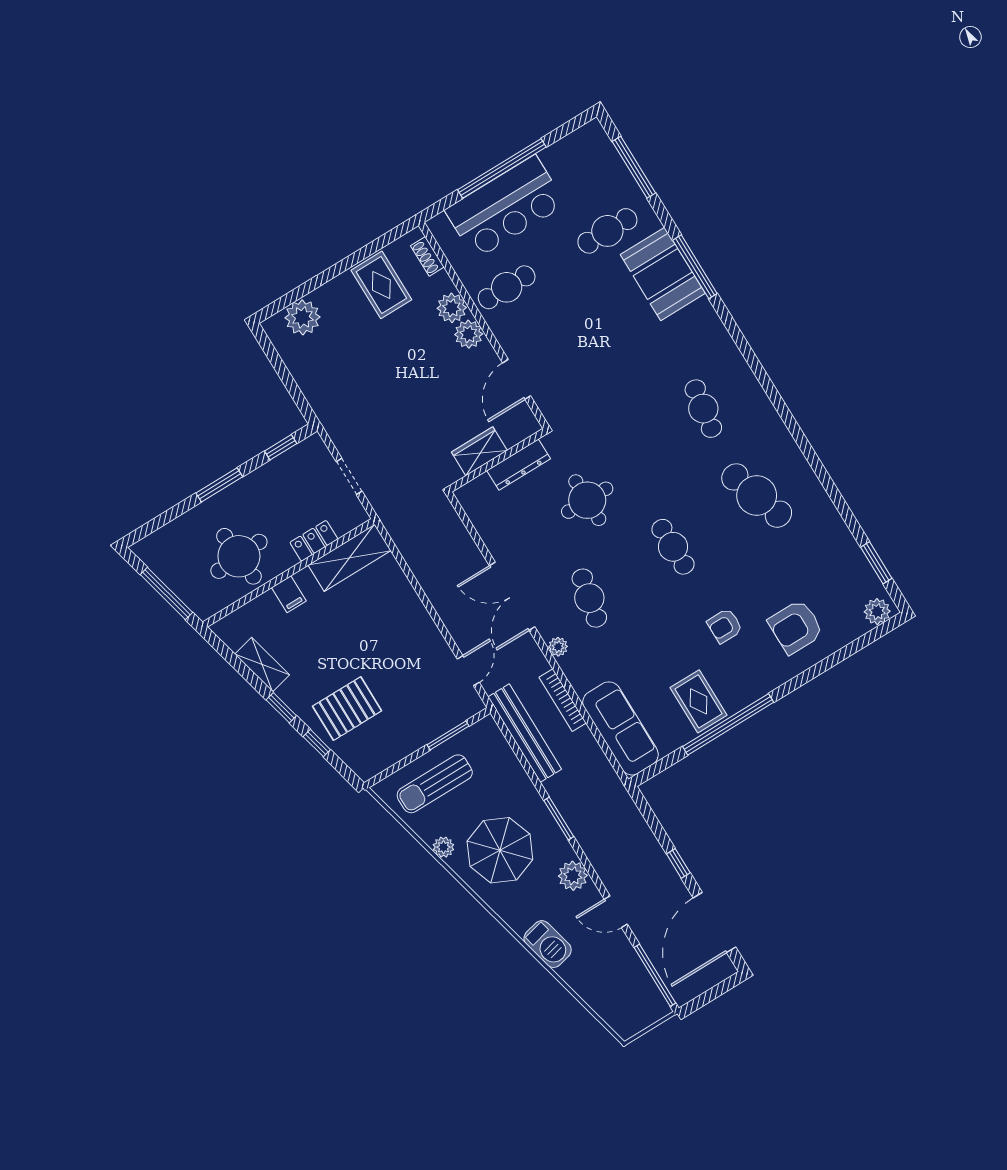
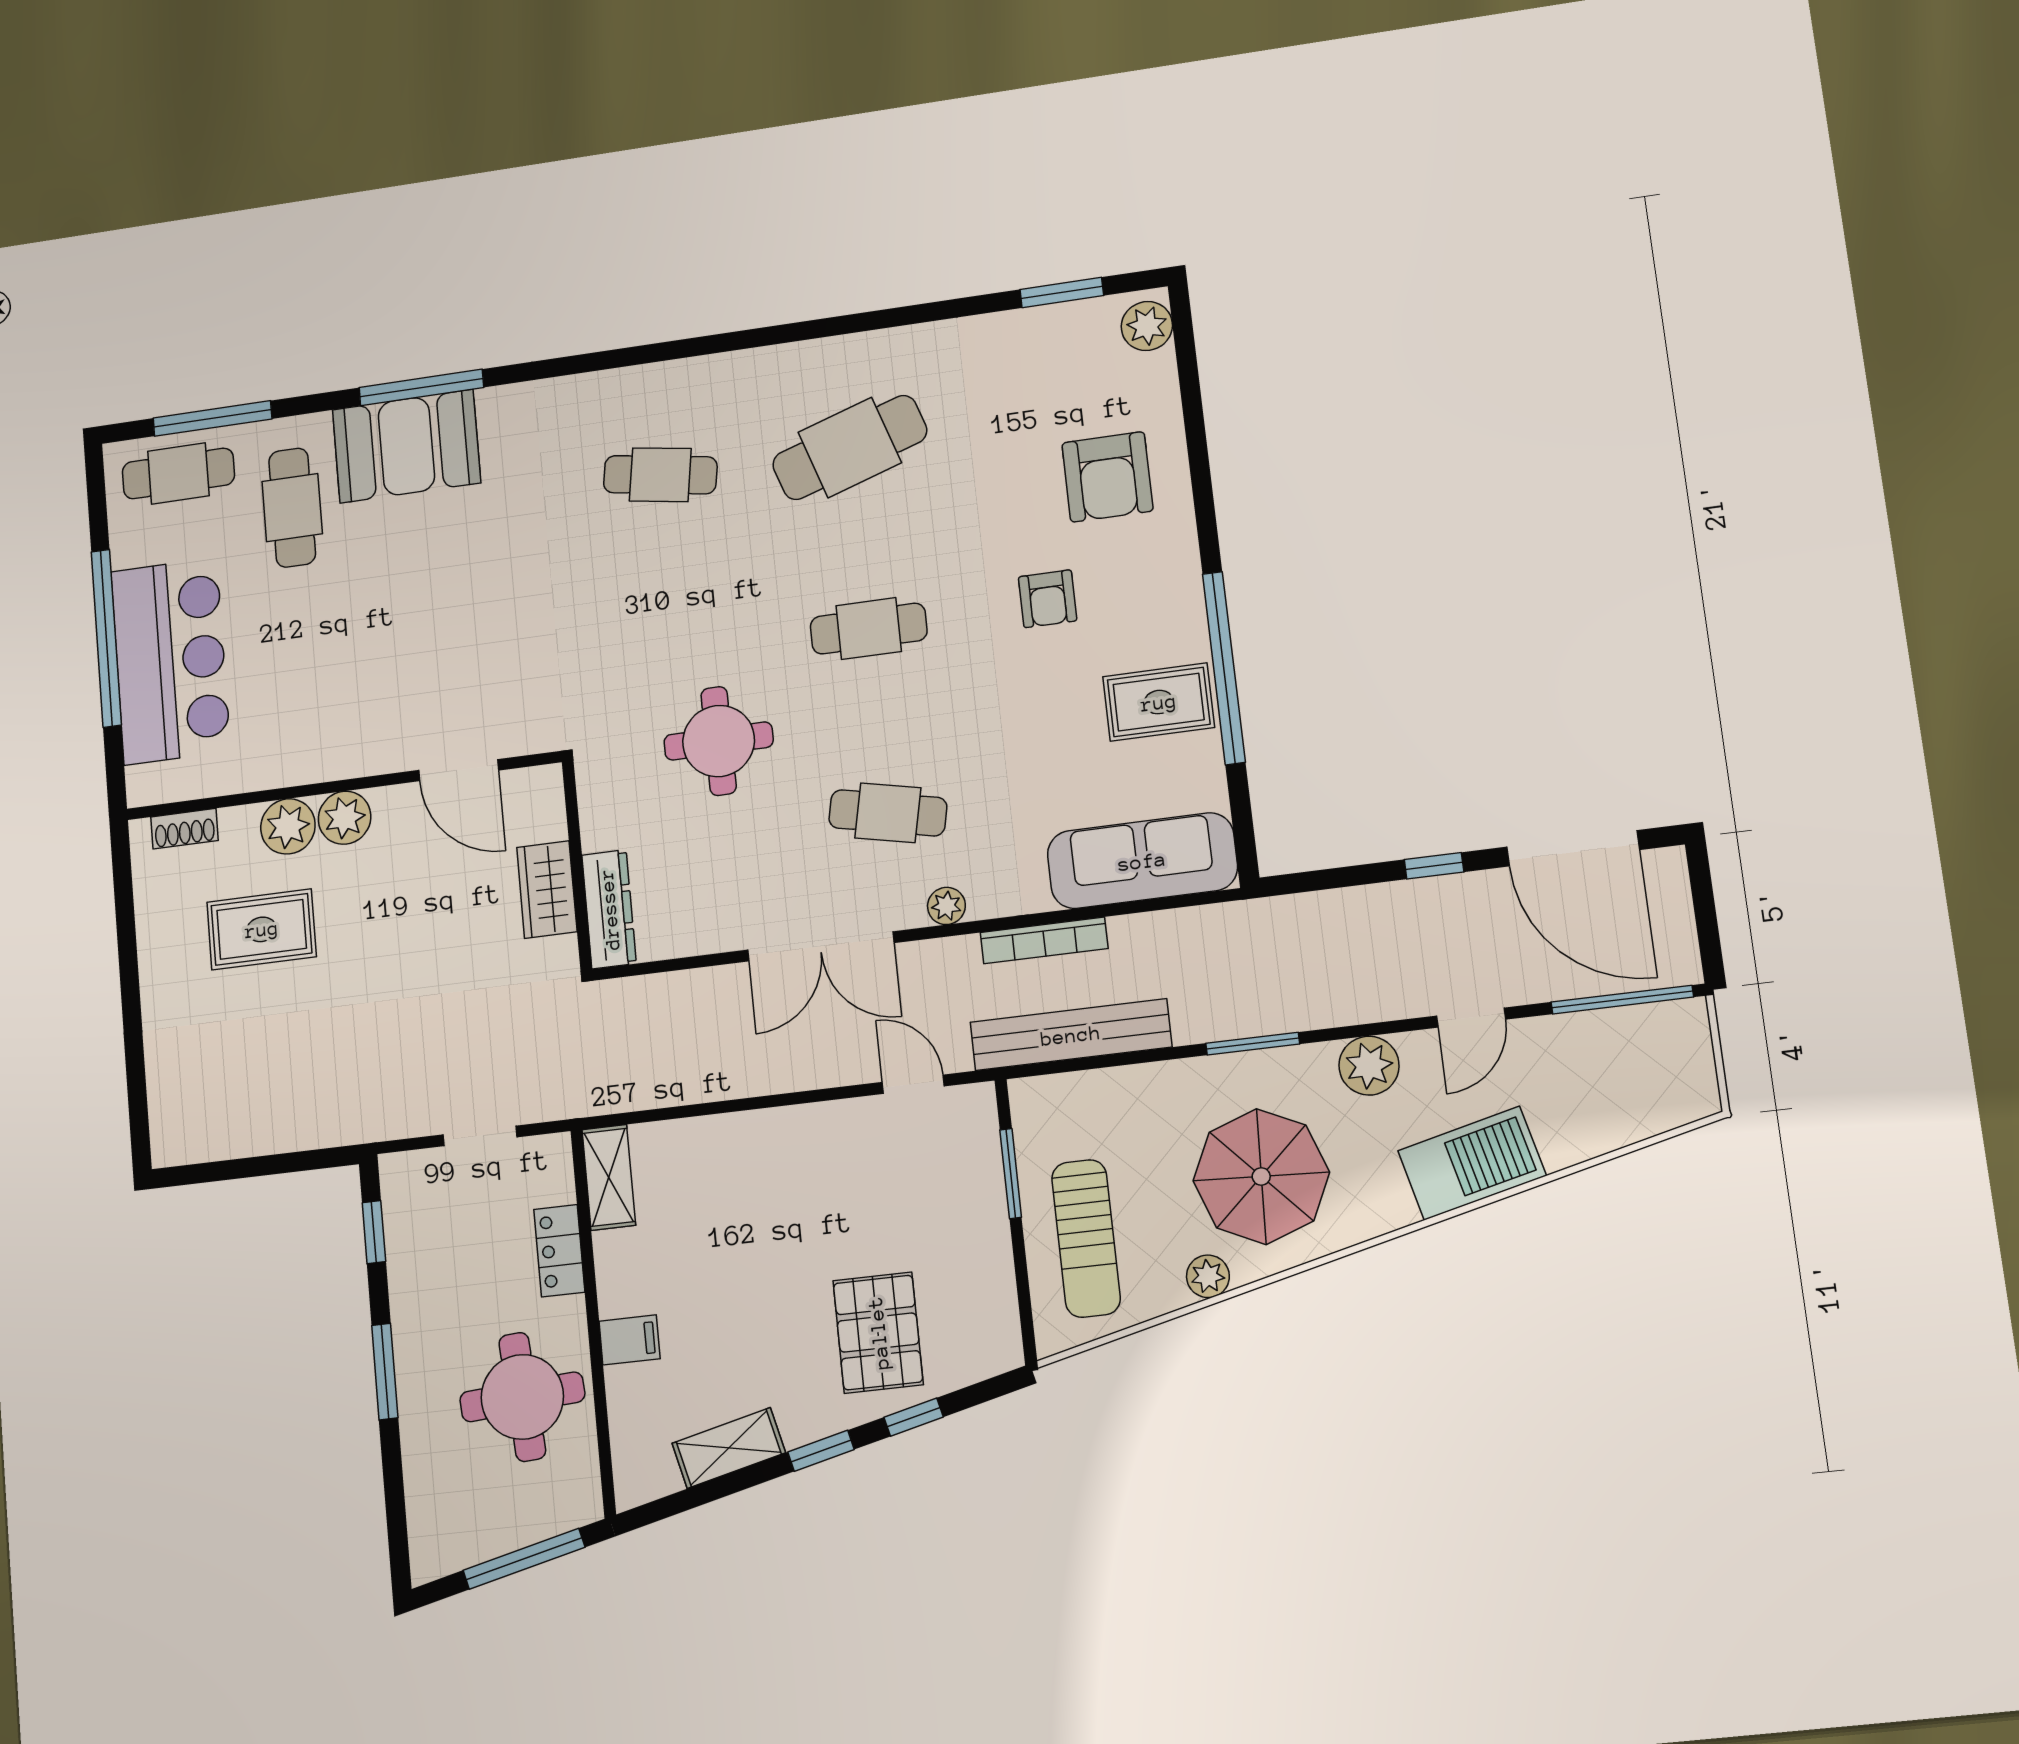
rug: (381, 285) -> (262, 929), moved
cafe table: (507, 287) -> (178, 473), moved, turned 90
plant: (302, 317) -> (179, 1089), removed
dresser: (519, 465) -> (609, 909), moved
shelving: (350, 558) -> (609, 1177), width x0.67, depth x0.75
barbecue: (548, 944) -> (1472, 1163), width x1.37, depth x1.21

